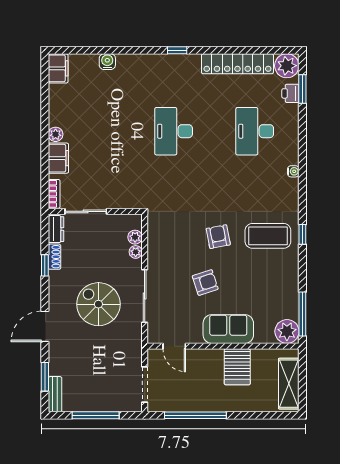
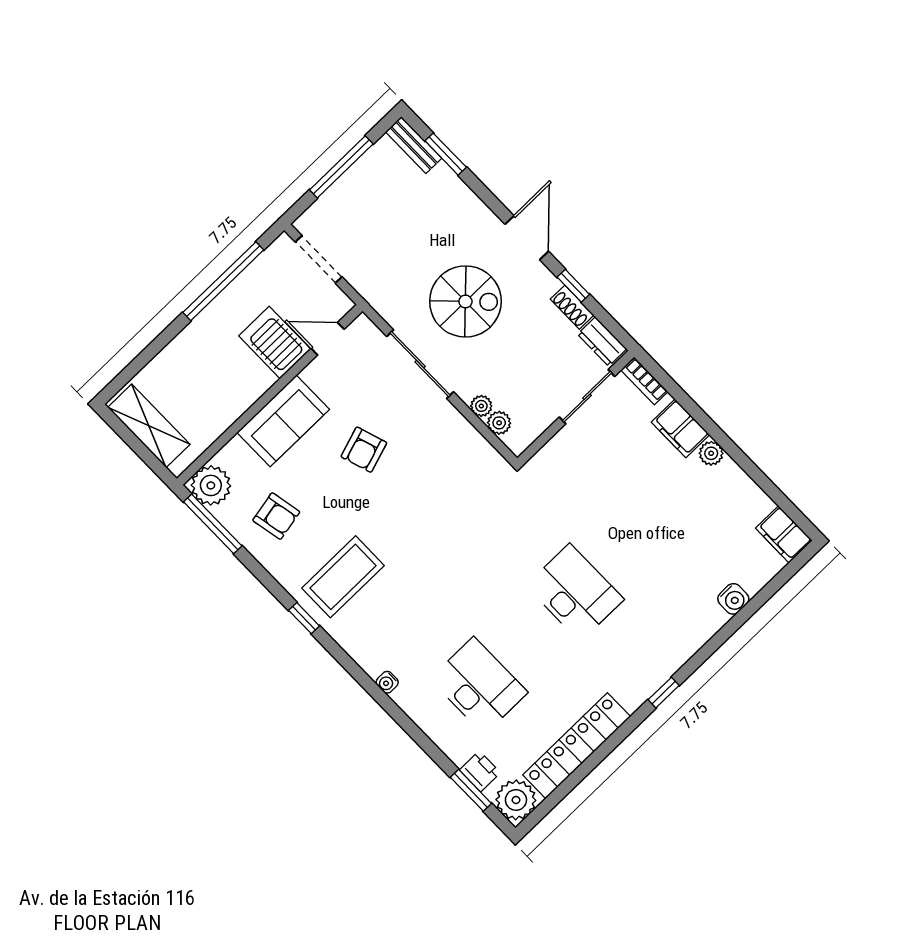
armchair: (218, 237) -> (276, 516), moved
door: (45, 326) -> (527, 238), moved
server rack: (237, 367) -> (275, 342), moved

